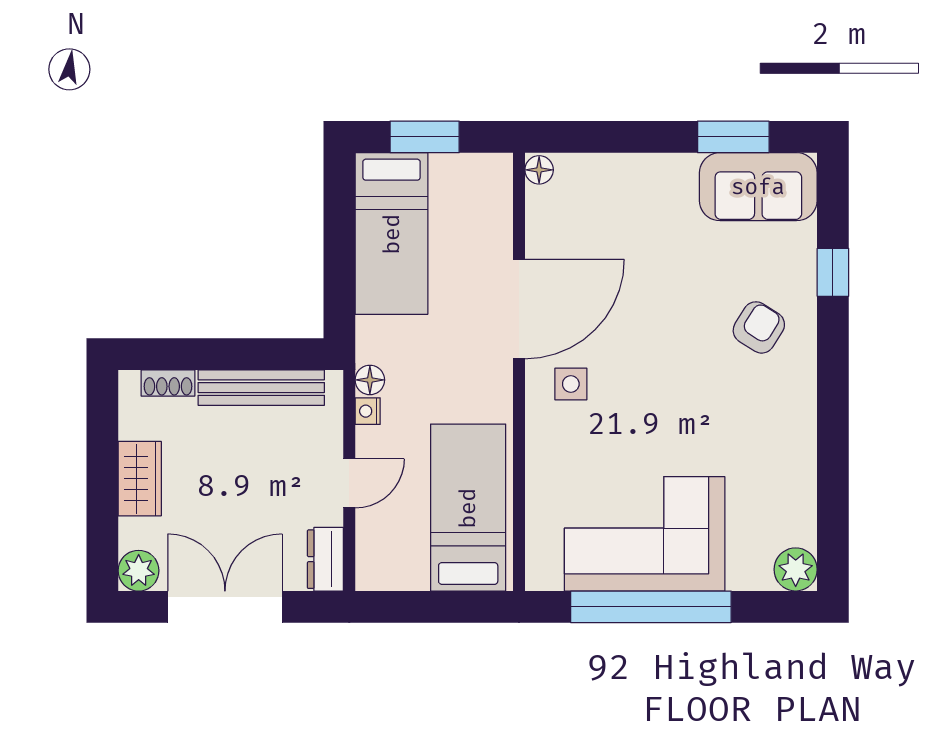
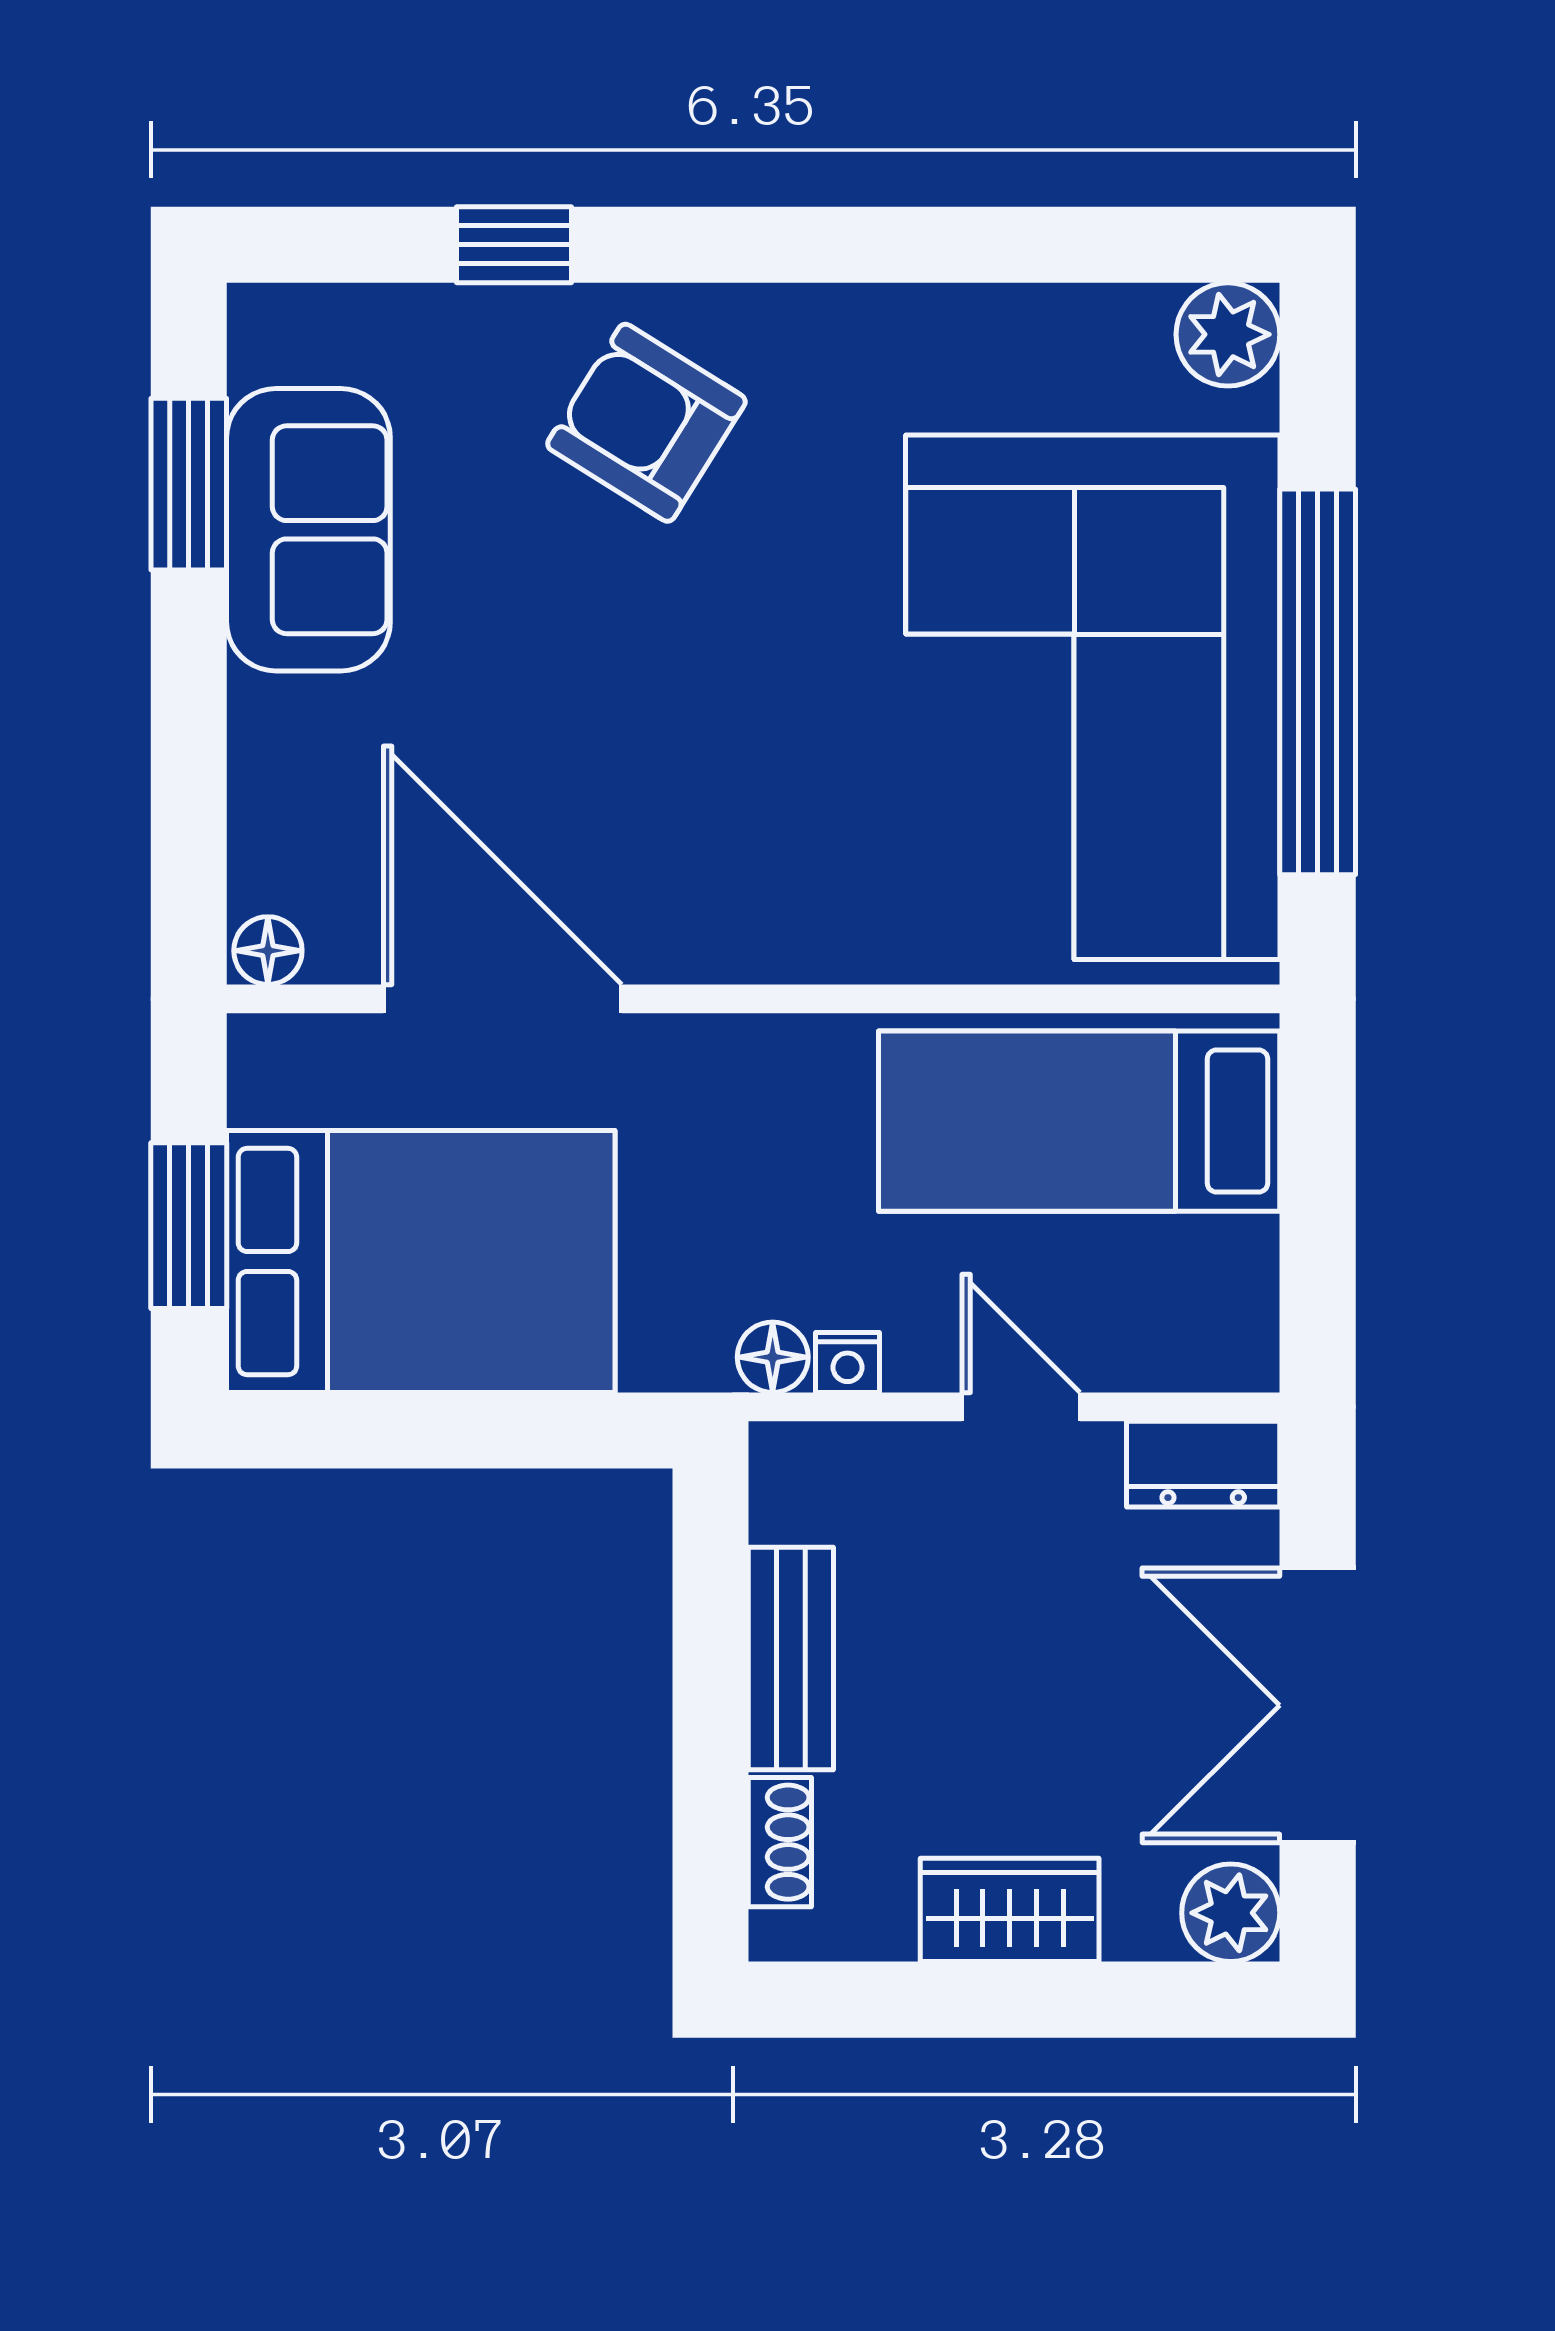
sofa: (758, 187) -> (308, 530), moved
bed: (392, 234) -> (421, 1262), width x1.50
door: (519, 309) -> (503, 999), moved
armchair: (759, 327) -> (646, 423), width x1.38, depth x1.38
side table: (571, 384) -> (782, 874), removed
bench: (261, 388) -> (791, 1659), width x0.73
corner sofa: (645, 534) -> (1093, 697), width x1.36, depth x1.36

